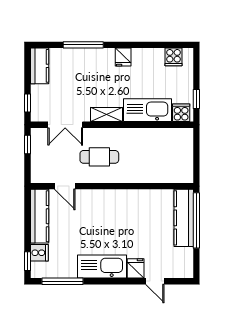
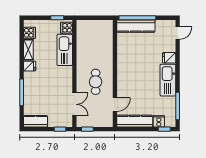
shelving: (107, 114) -> (28, 50), moved
door: (155, 281) -> (178, 33), moved

